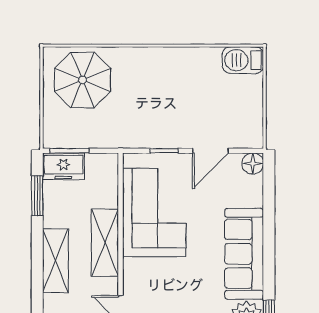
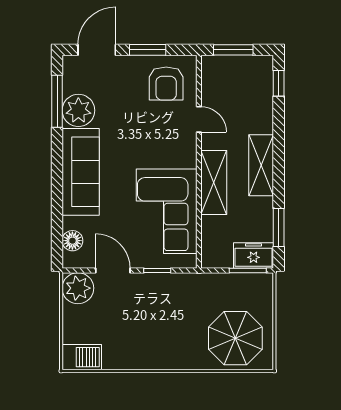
plant: (247, 132) -> (78, 288), added
door: (210, 151) -> (113, 270), hinge flipped
floor lamp: (253, 164) -> (72, 241), moved

